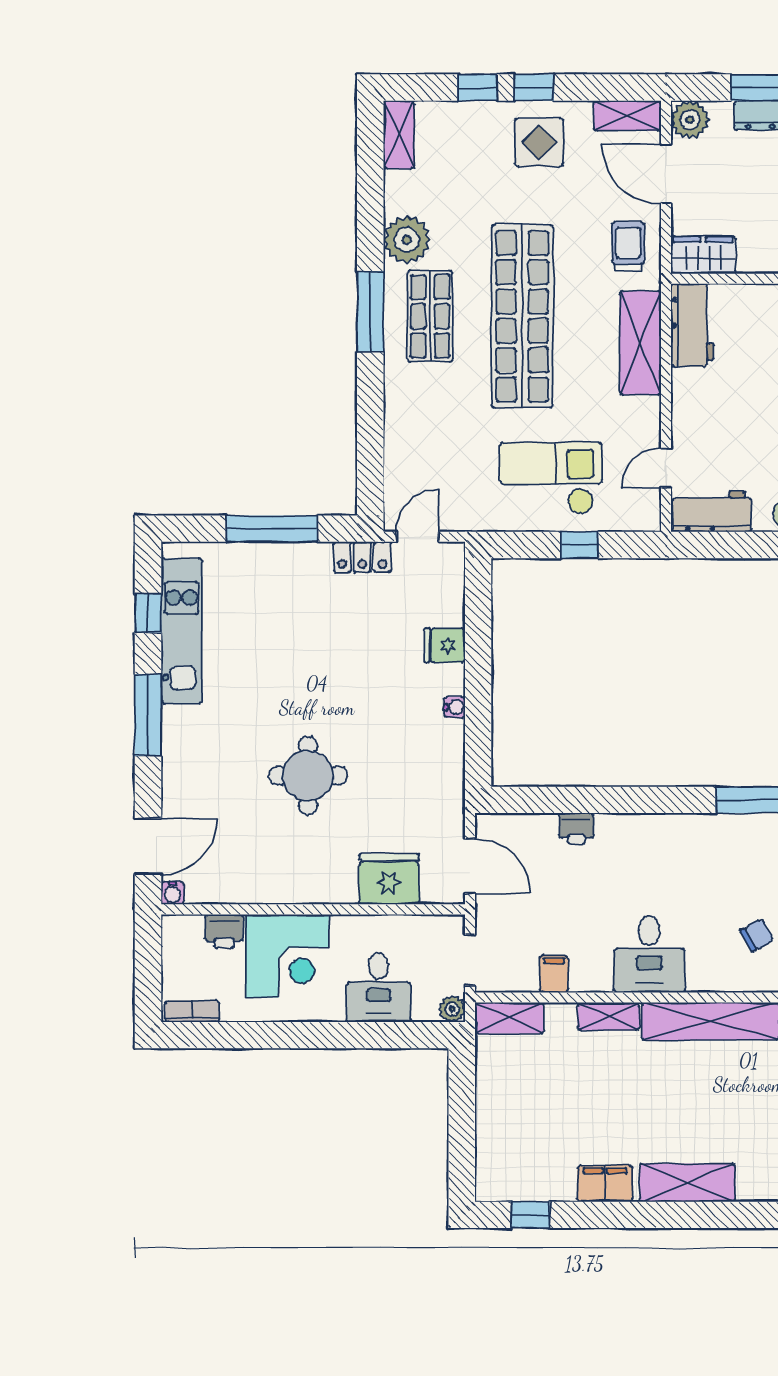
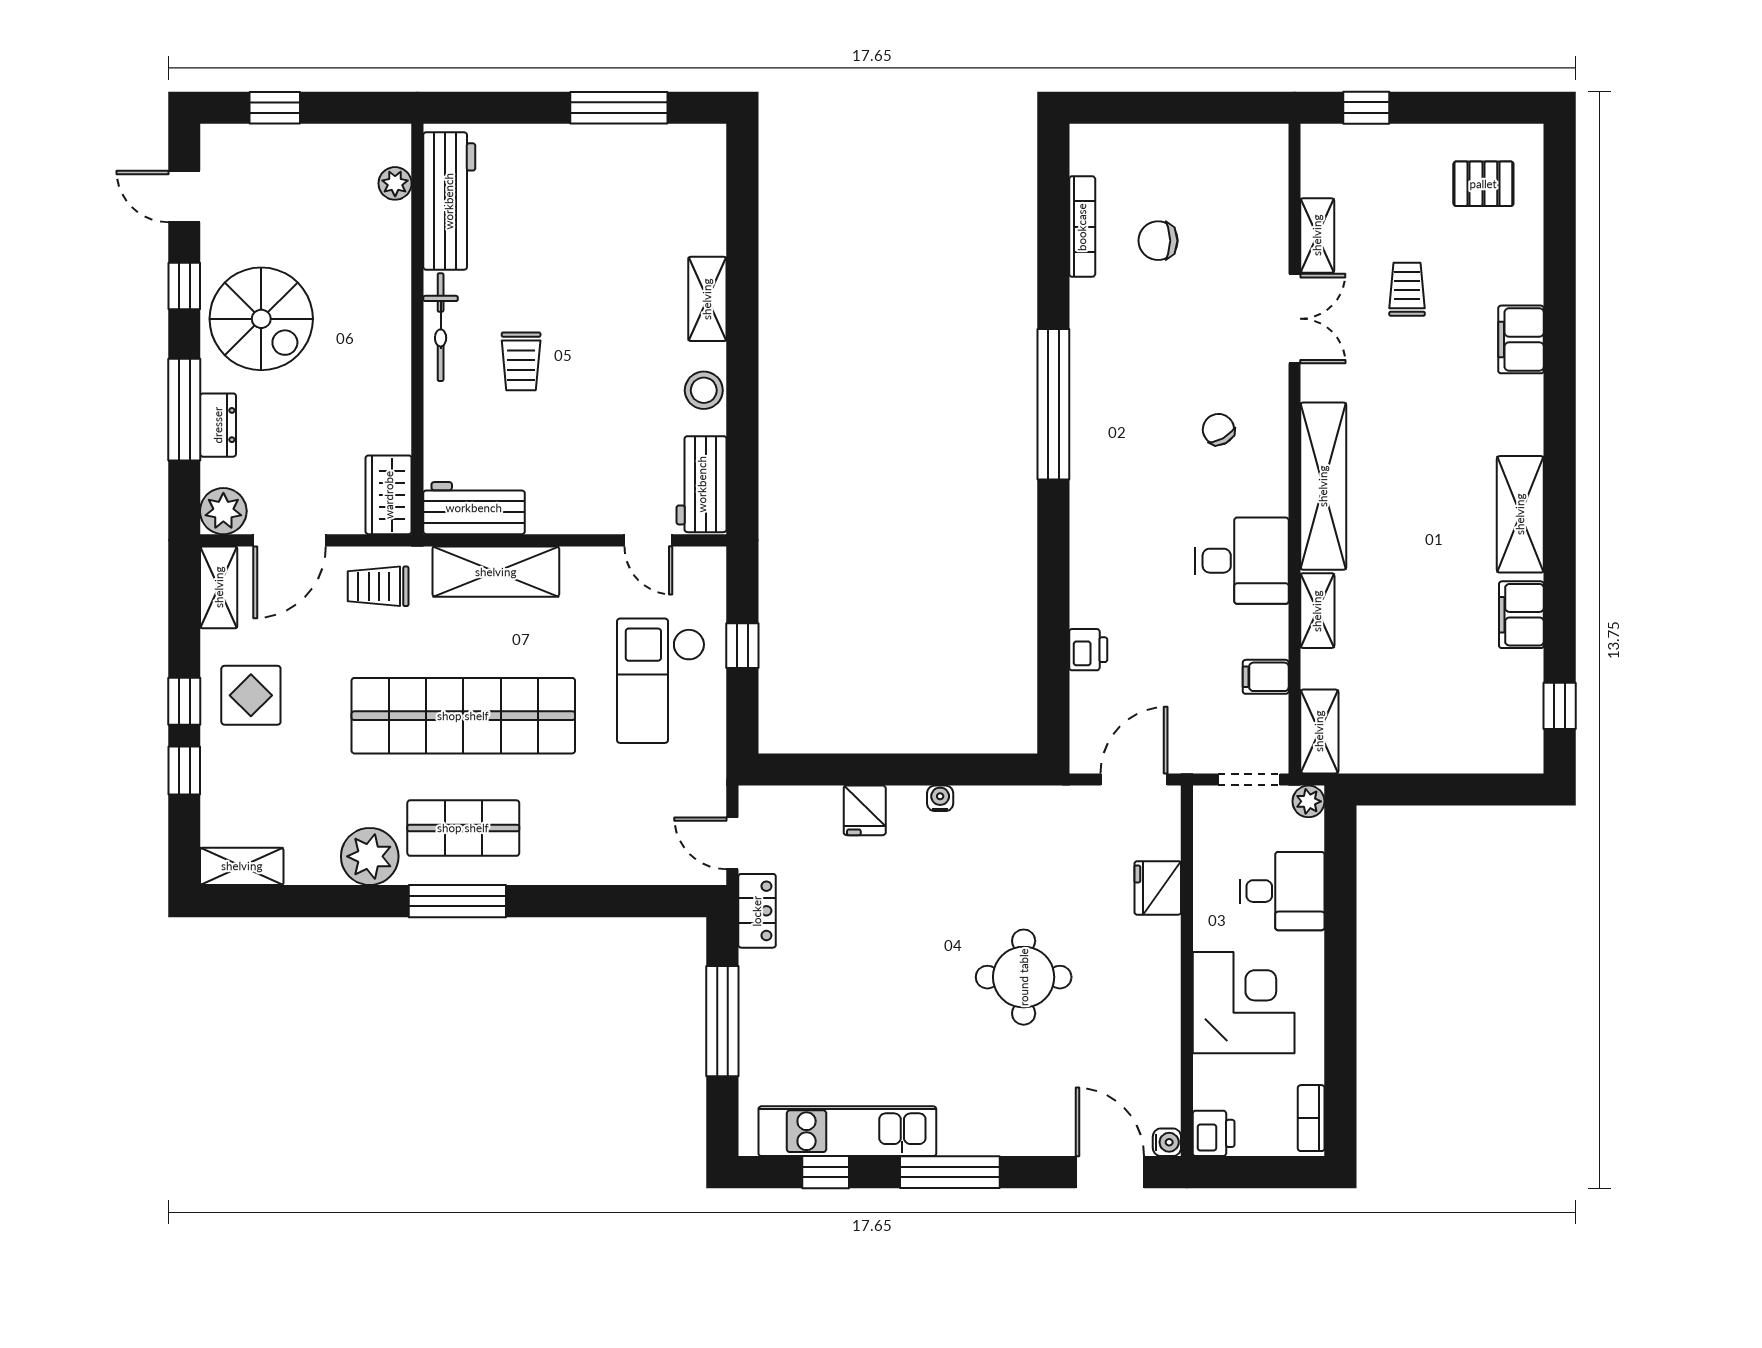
fridge: (389, 879) -> (1158, 888), width x0.73, depth x0.75
printer: (224, 931) -> (1214, 1133), moved

